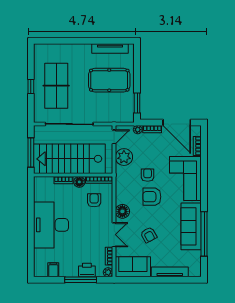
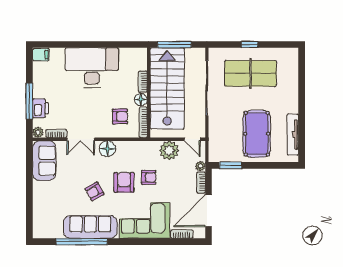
armchair: (149, 235) -> (94, 191), moved
filing cabinet: (53, 270) -> (41, 55), moved
tv unit: (170, 272) -> (38, 203), removed

